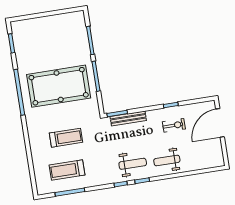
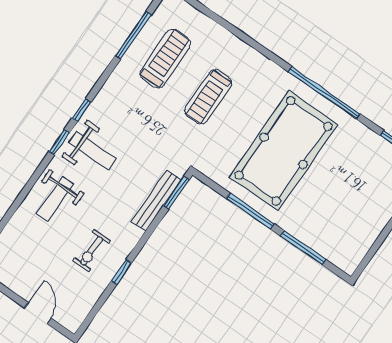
door: (220, 123) -> (38, 313), width x0.53
weight bench: (167, 160) -> (55, 199), turned 180
weight bench: (133, 164) -> (93, 151), turned -90

